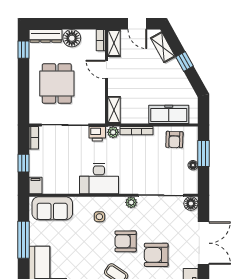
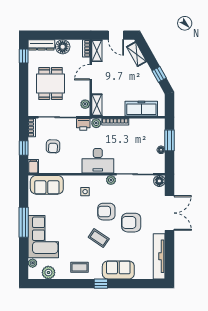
window: (185, 61) -> (159, 74), moved
door: (106, 70) -> (91, 72), hinge flipped
plant: (99, 109) -> (85, 104), added
armchair: (174, 140) -> (53, 146), moved
desk: (99, 179) -> (98, 161), moved
window: (24, 240) -> (24, 222), moved

